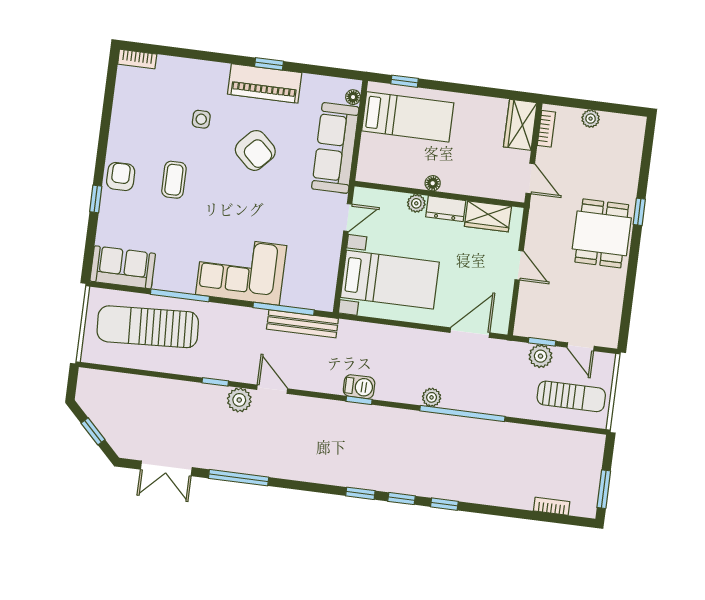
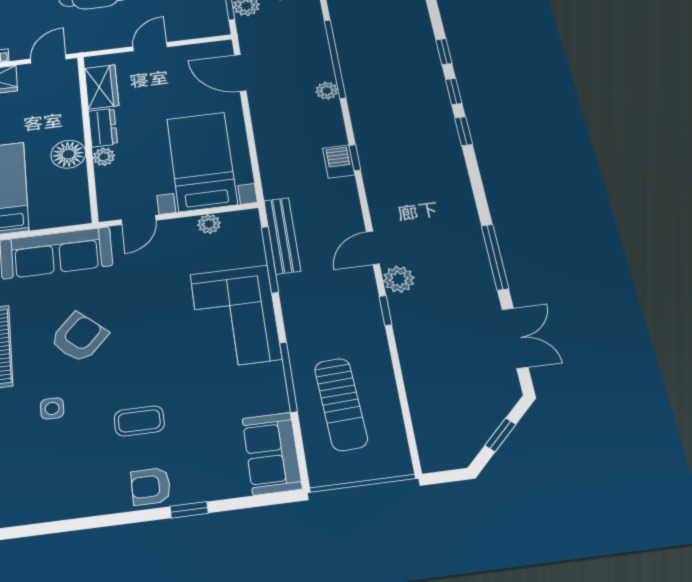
floor lamp: (433, 183) -> (68, 154), width x1.89, depth x1.89
door: (348, 218) -> (139, 220), swing flipped
plant: (329, 271) -> (209, 224), added
sun lounger: (148, 327) -> (341, 404), width x0.73, depth x0.75

